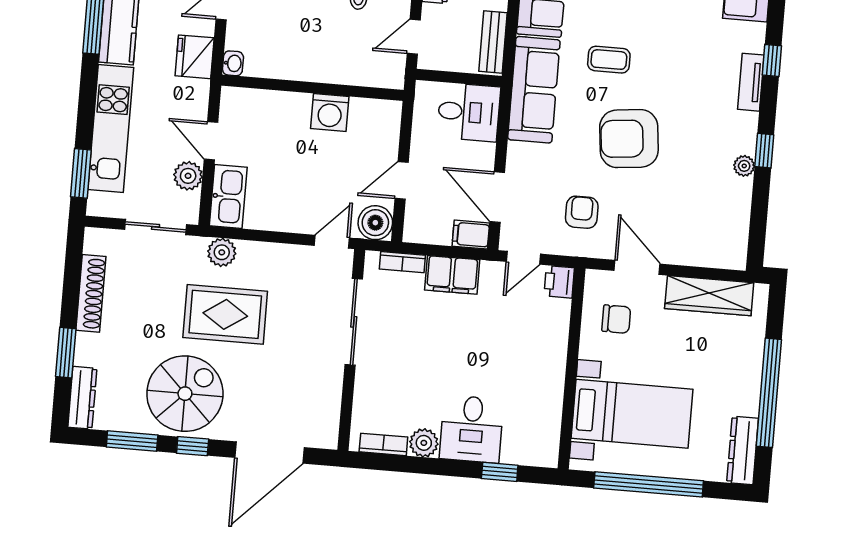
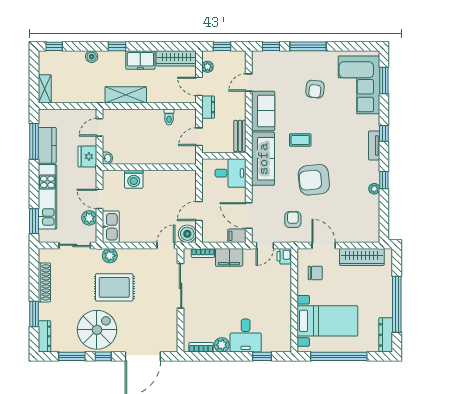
washing machine: (330, 112) -> (134, 179), moved

